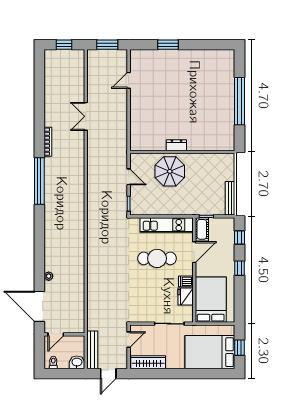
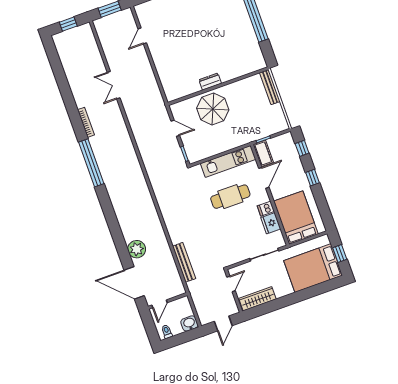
bench: (230, 198) -> (270, 87), moved
plant: (49, 276) -> (137, 249), width x1.88, depth x1.88
bench: (92, 350) -> (184, 262), moved

